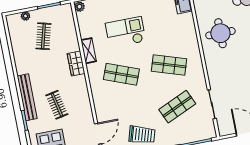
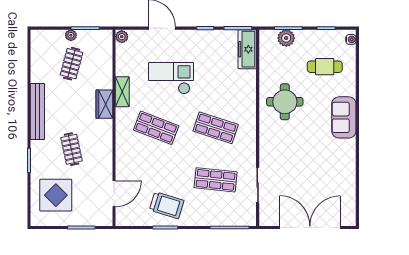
plant: (25, 16) -> (71, 35), moved
bench: (27, 97) -> (37, 112), moved
shop shelf: (177, 107) -> (216, 180), turned 30

